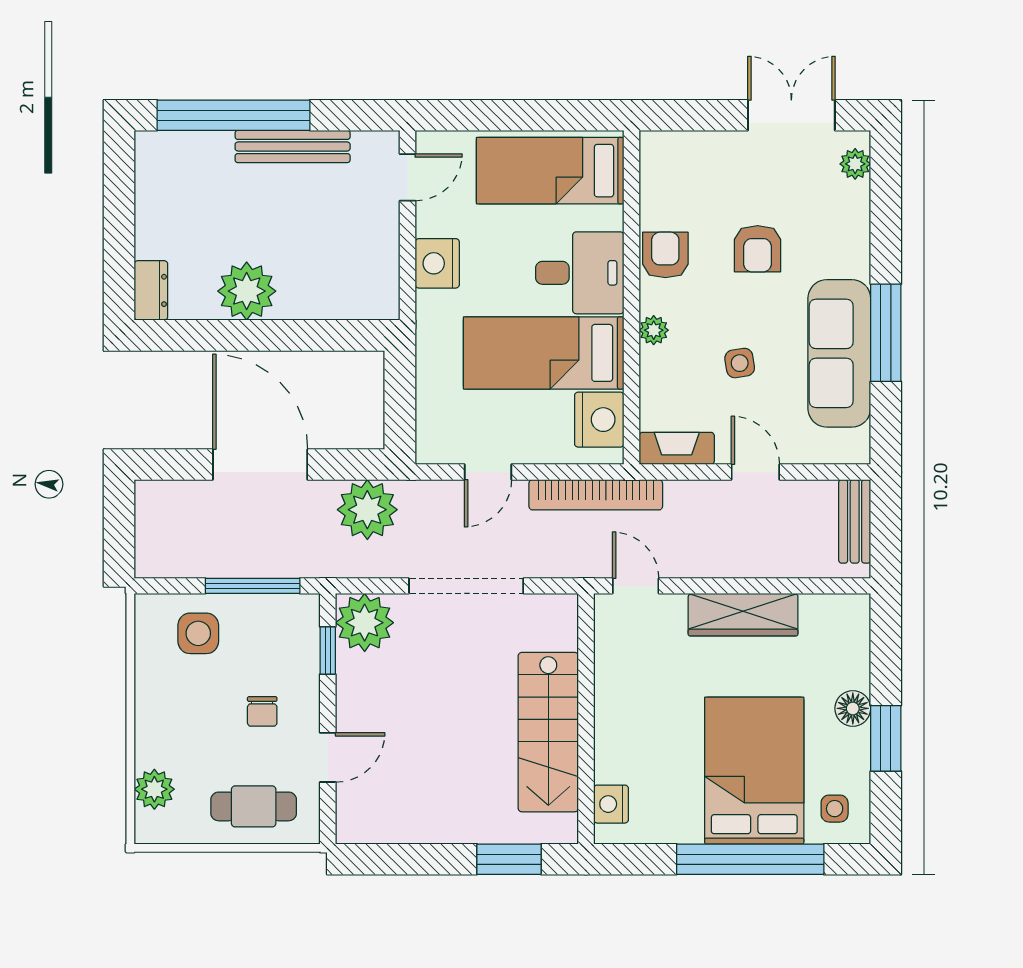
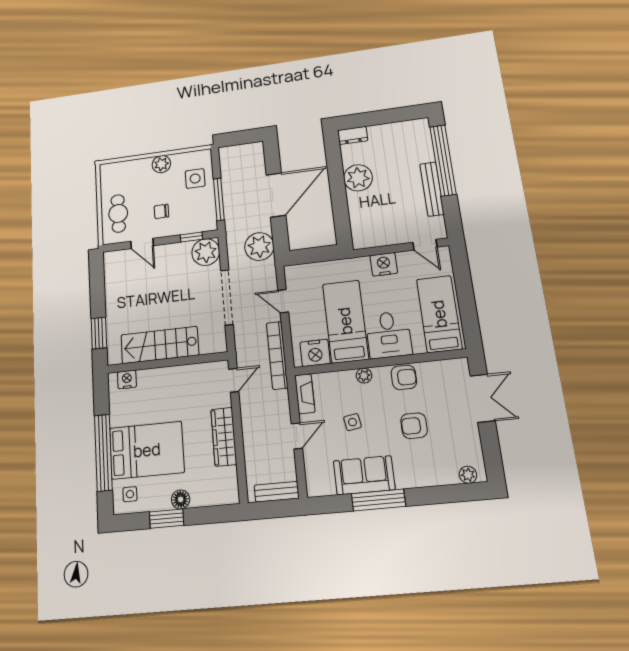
double door: (791, 115) -> (483, 398), moved
sofa: (839, 353) -> (364, 475), width x0.73
plant: (154, 789) -> (161, 164), moved

